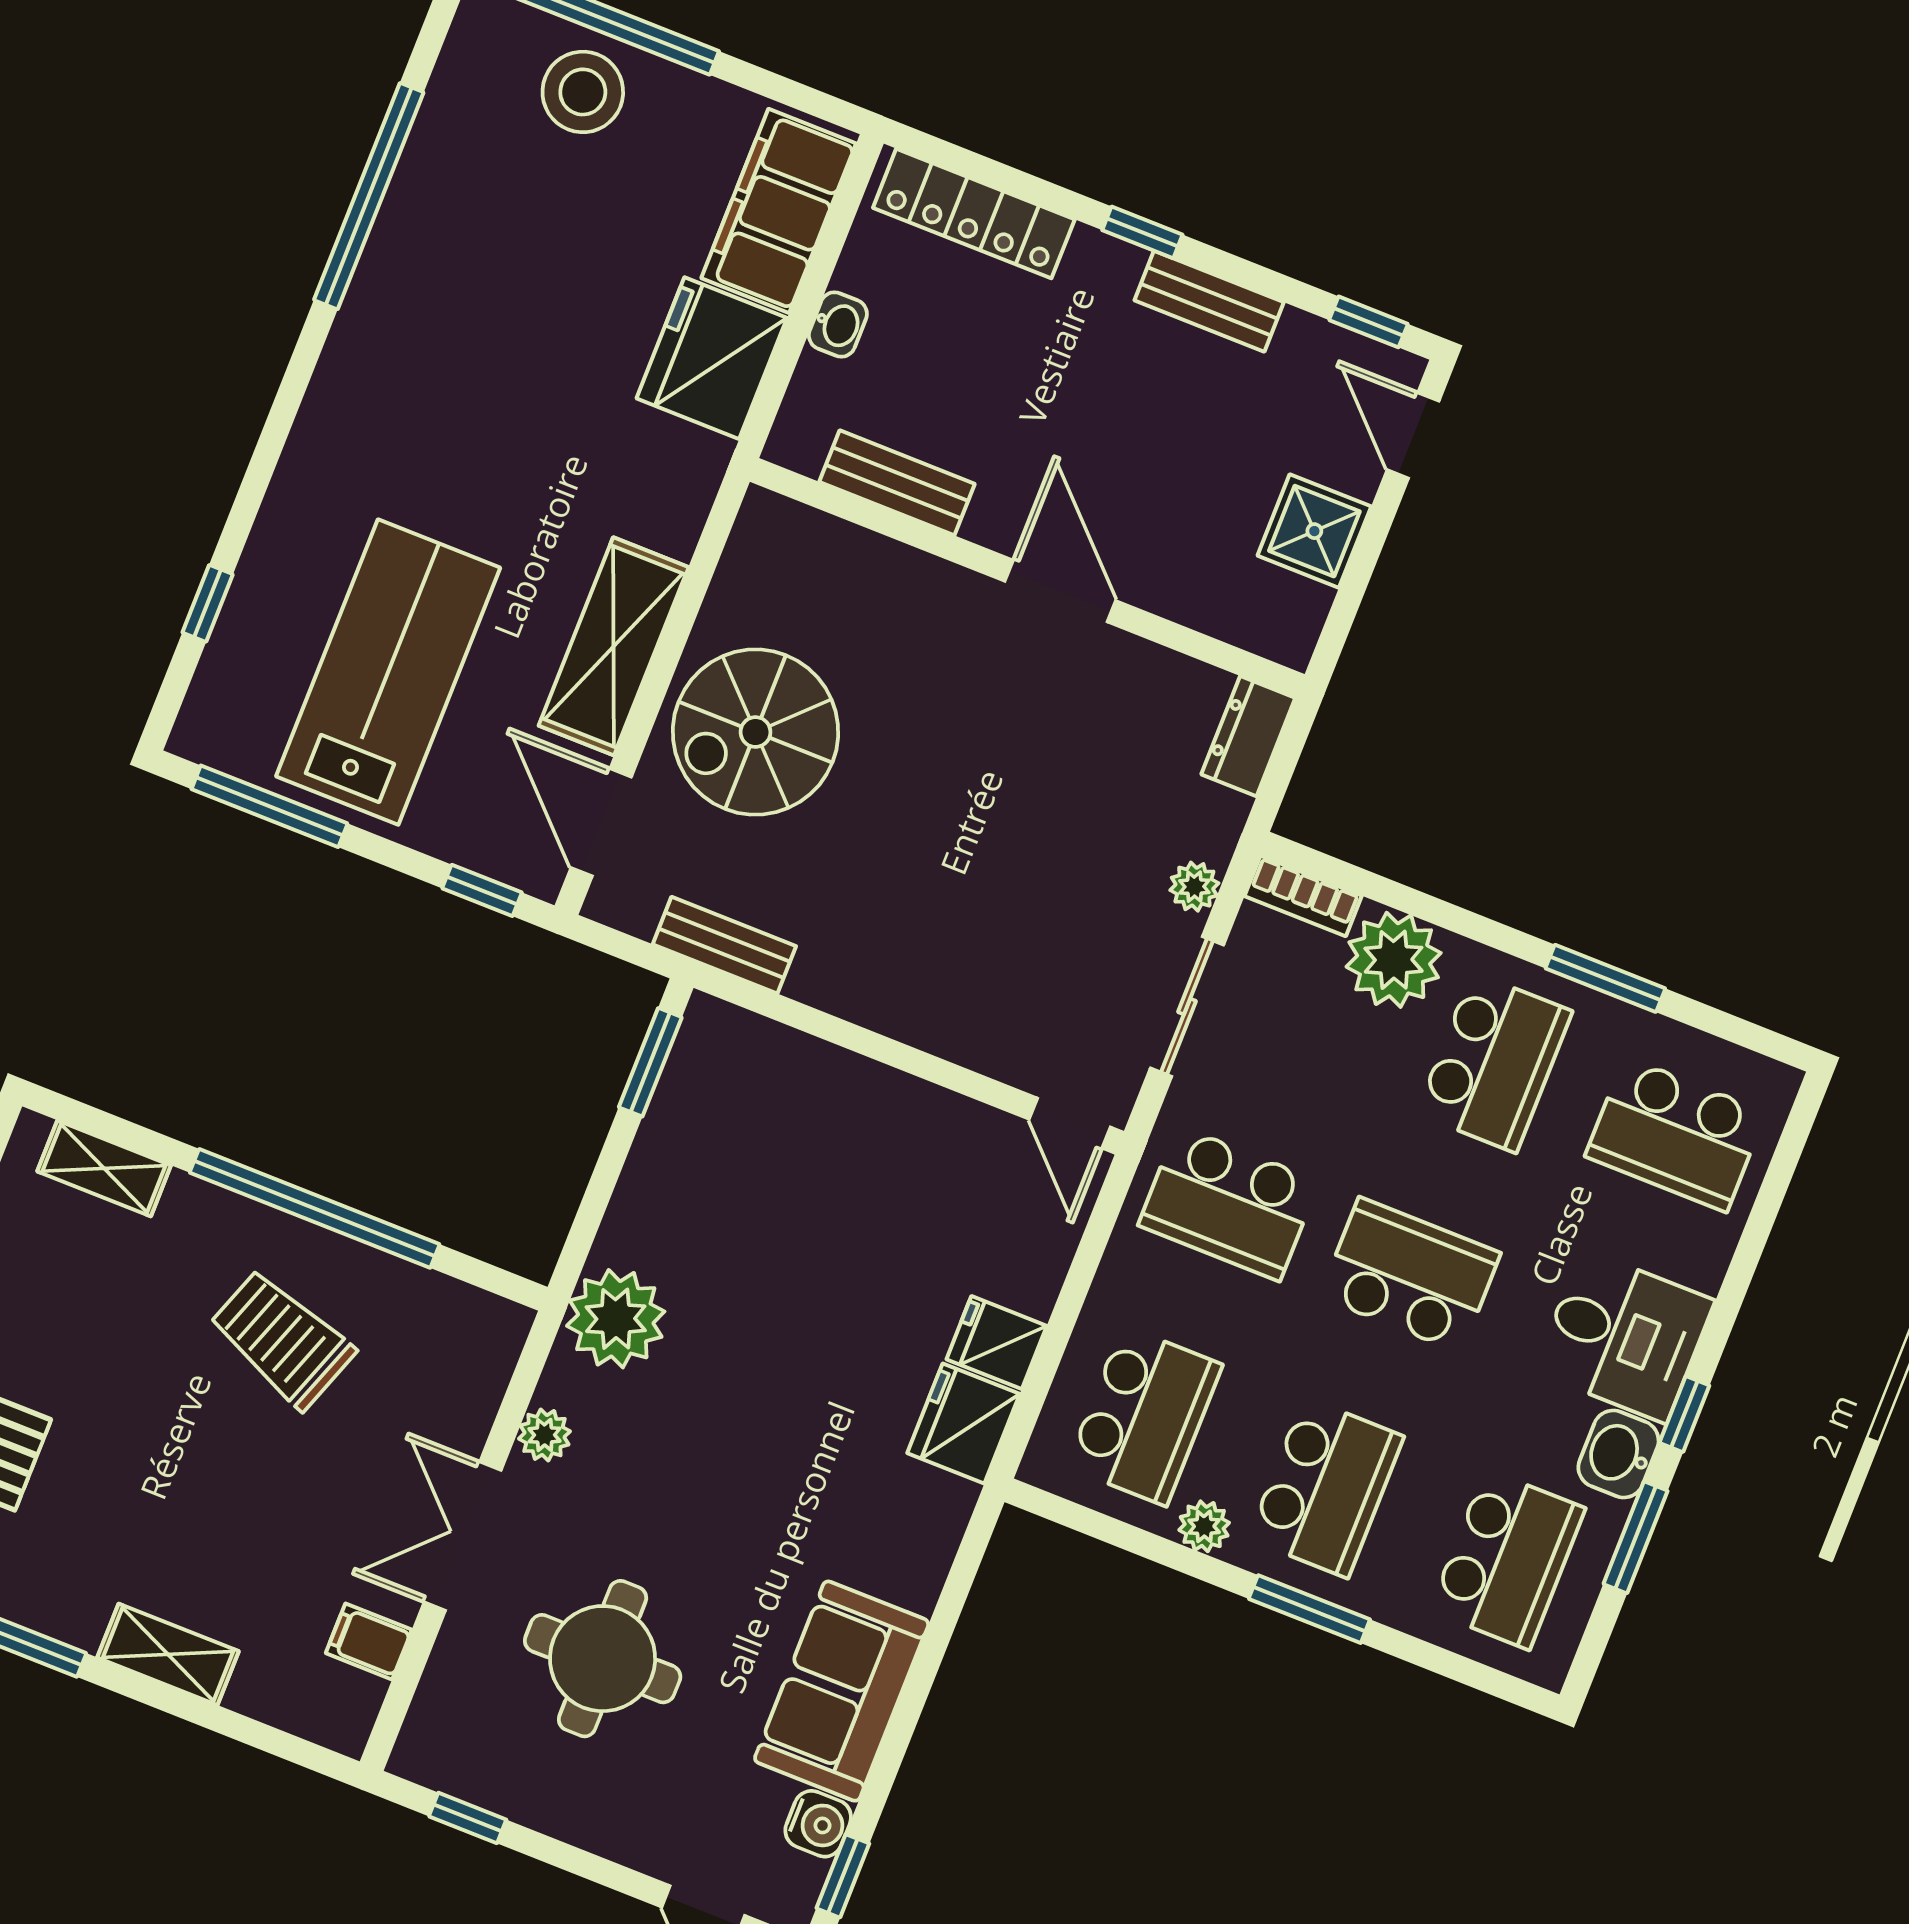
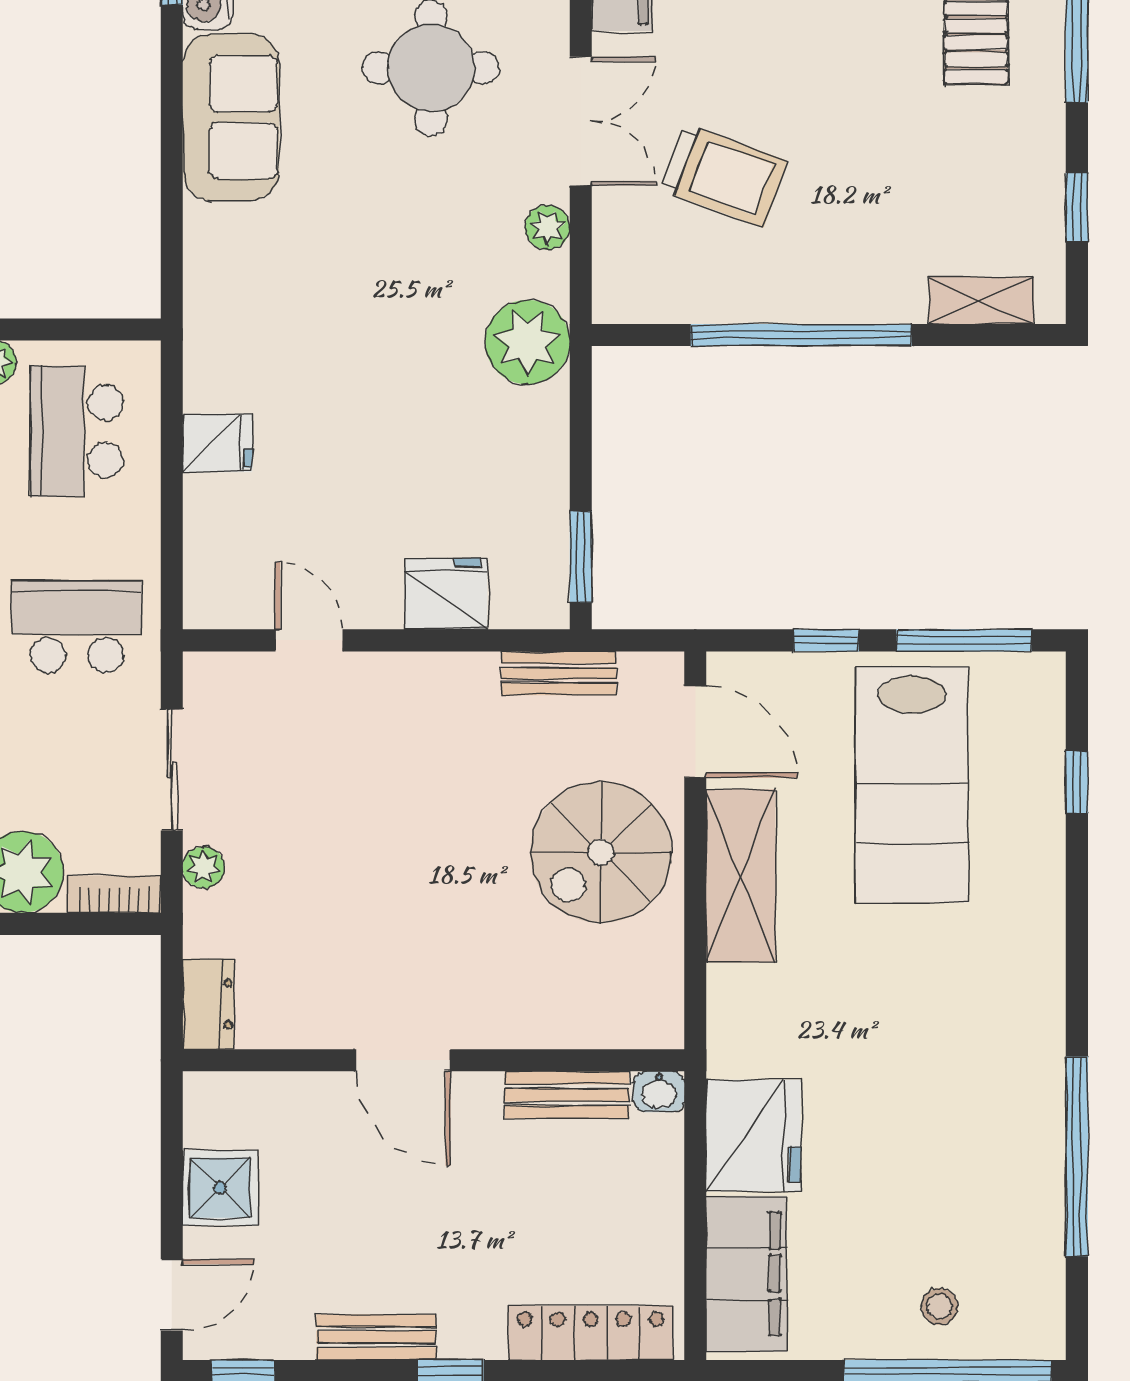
stool: (583, 92) -> (940, 1307), width x0.53, depth x0.53
washbasin: (838, 325) -> (659, 1092), moved, turned -90
door: (1413, 435) -> (172, 1295), hinge flipped
spiral stairs: (756, 732) -> (601, 852), turned 180
window: (482, 890) -> (826, 640), moved
door: (1070, 1123) -> (309, 640), moved
trolley: (282, 1339) -> (724, 176), moved
fridge: (964, 1423) -> (446, 594), moved, turned -90

